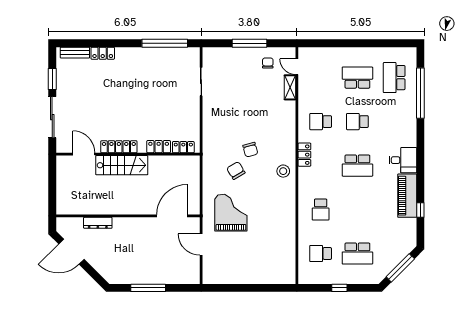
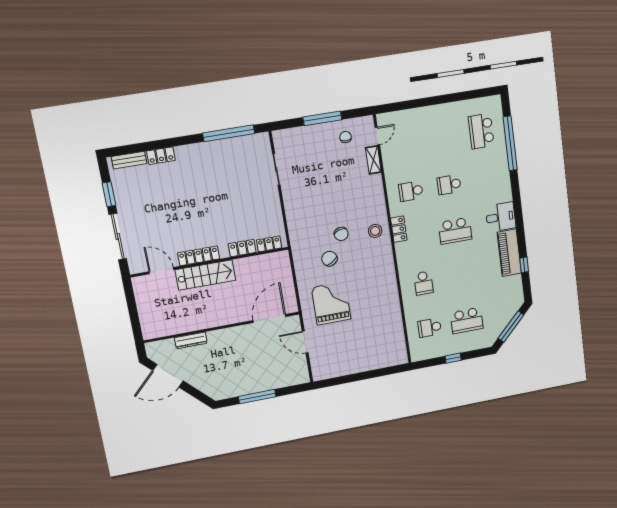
door: (297, 67) -> (377, 136), swing flipped
school desk: (357, 78) -> (443, 137), removed
stool: (283, 171) -> (375, 231), moved

